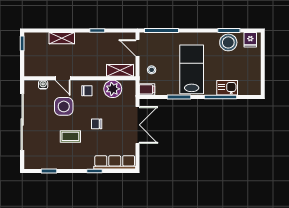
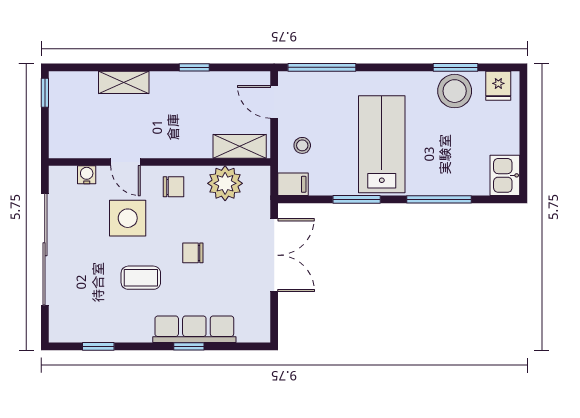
kitchen sink: (227, 88) -> (505, 175), moved, turned -90
row of seats: (115, 162) -> (194, 329), moved

